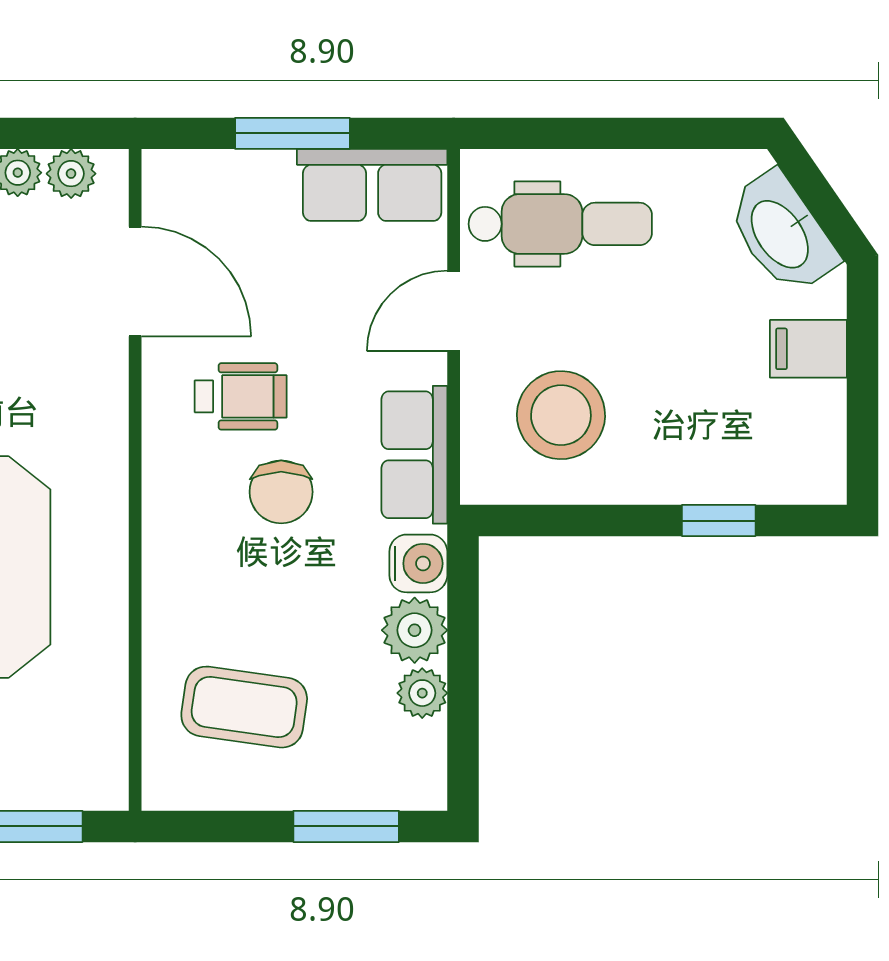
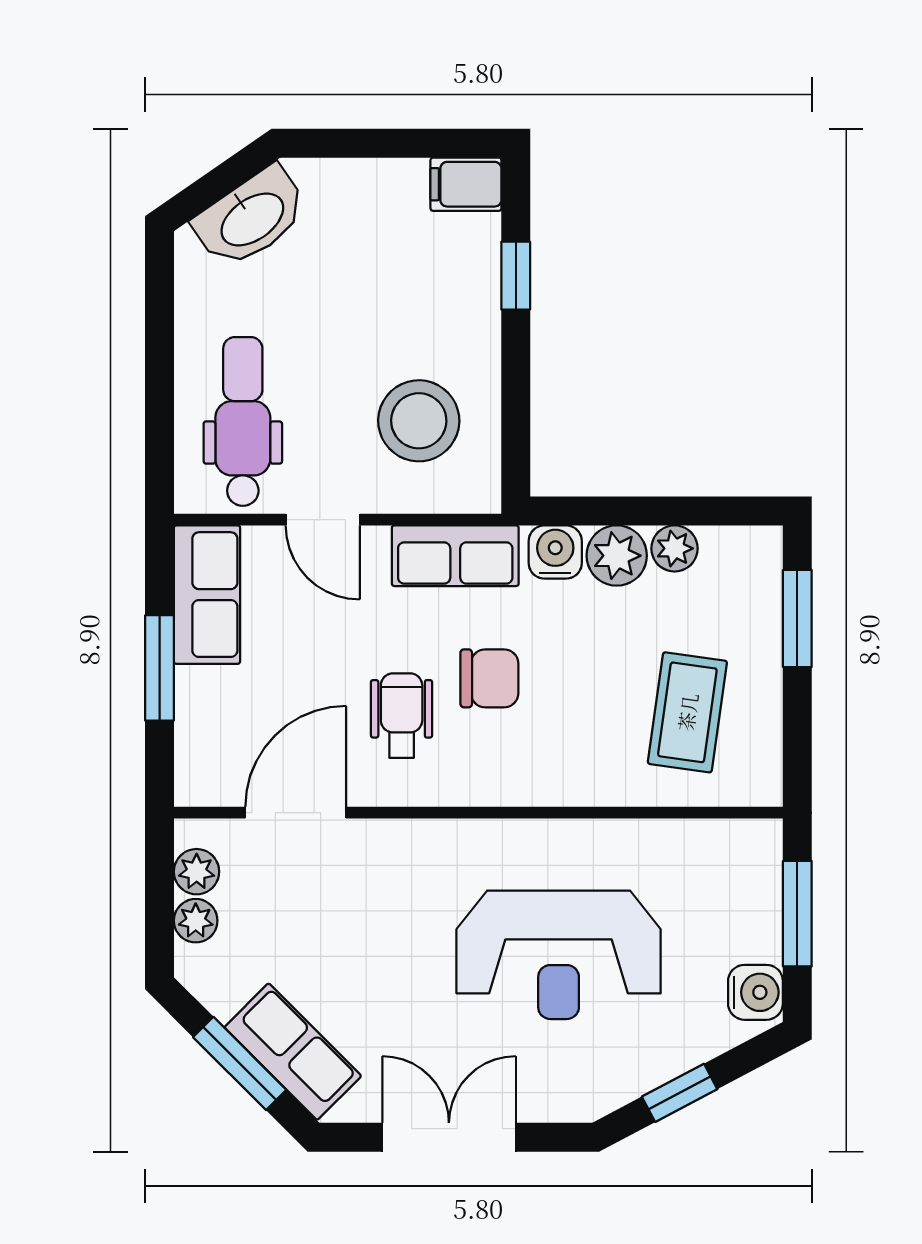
filing cabinet: (808, 349) -> (466, 184), moved, turned 90

